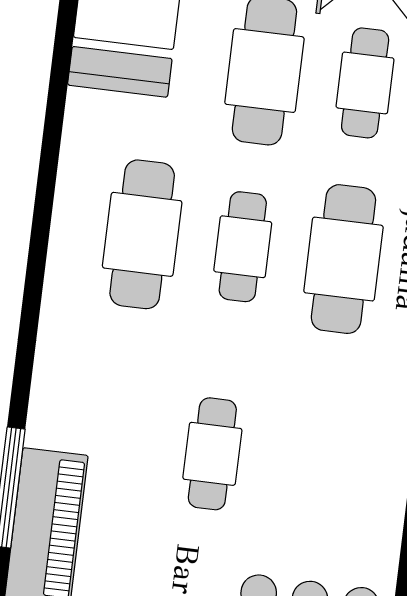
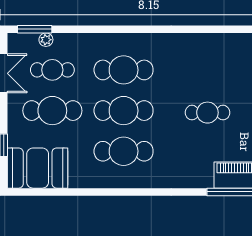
cafe table: (243, 247) -> (124, 111), width x1.37, depth x1.35

